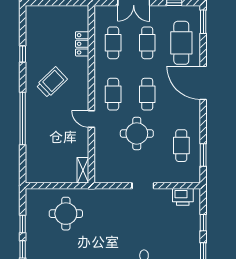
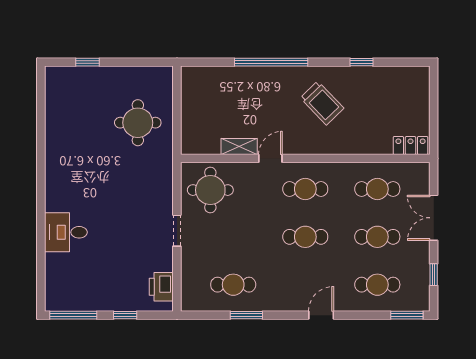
cafe table: (181, 43) -> (377, 285), width x0.73, depth x0.74
locker: (82, 44) -> (411, 145), moved
door: (203, 83) -> (321, 315), width x0.53
round table: (137, 133) -> (210, 190), moved
window: (203, 155) -> (246, 315), moved
shelving: (83, 170) -> (239, 147), moved
window: (23, 224) -> (123, 62), removed

